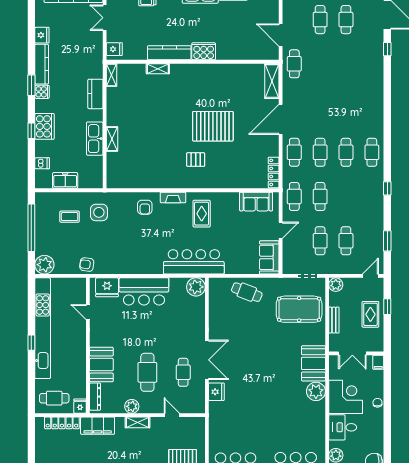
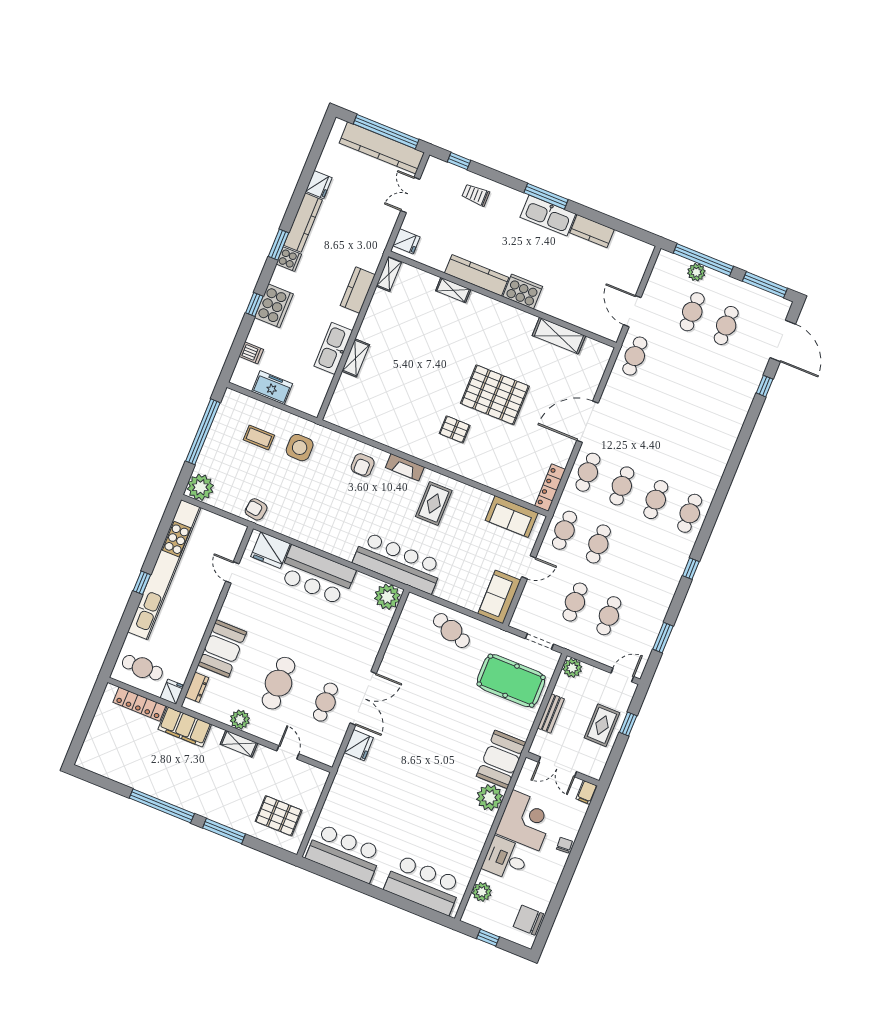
shelving: (272, 81) -> (559, 336), moved, turned 90
dresser: (95, 397) -> (197, 687), width x0.70

